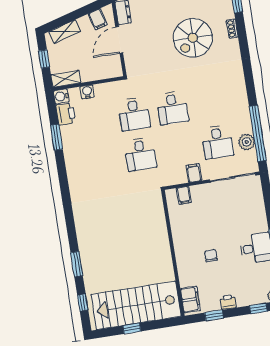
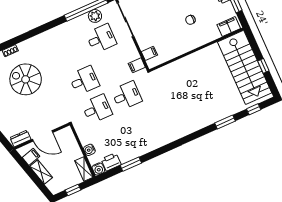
shelving: (65, 32) -> (41, 172), moved
spiral stairs: (193, 38) -> (26, 79), turned 180
filing cabinet: (194, 173) -> (137, 65), moved

